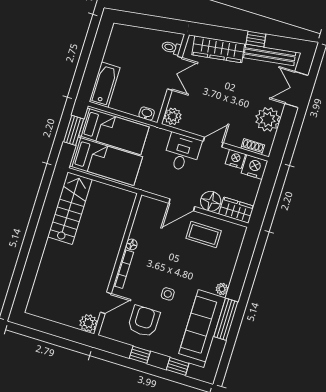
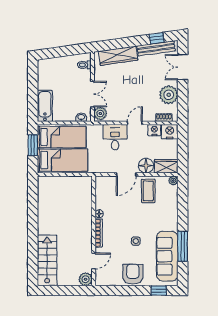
window: (256, 39) -> (157, 38), moved
double door: (175, 73) -> (92, 94), moved
stairs: (70, 208) -> (47, 260), moved
coffee table: (204, 234) -> (148, 191), turned 90
plant: (222, 289) -> (173, 181), moved
armchair: (144, 321) -> (133, 274), moved
window: (140, 355) -> (129, 291), removed

